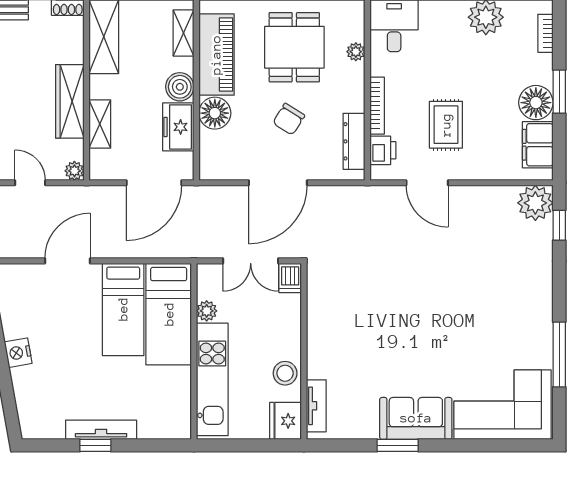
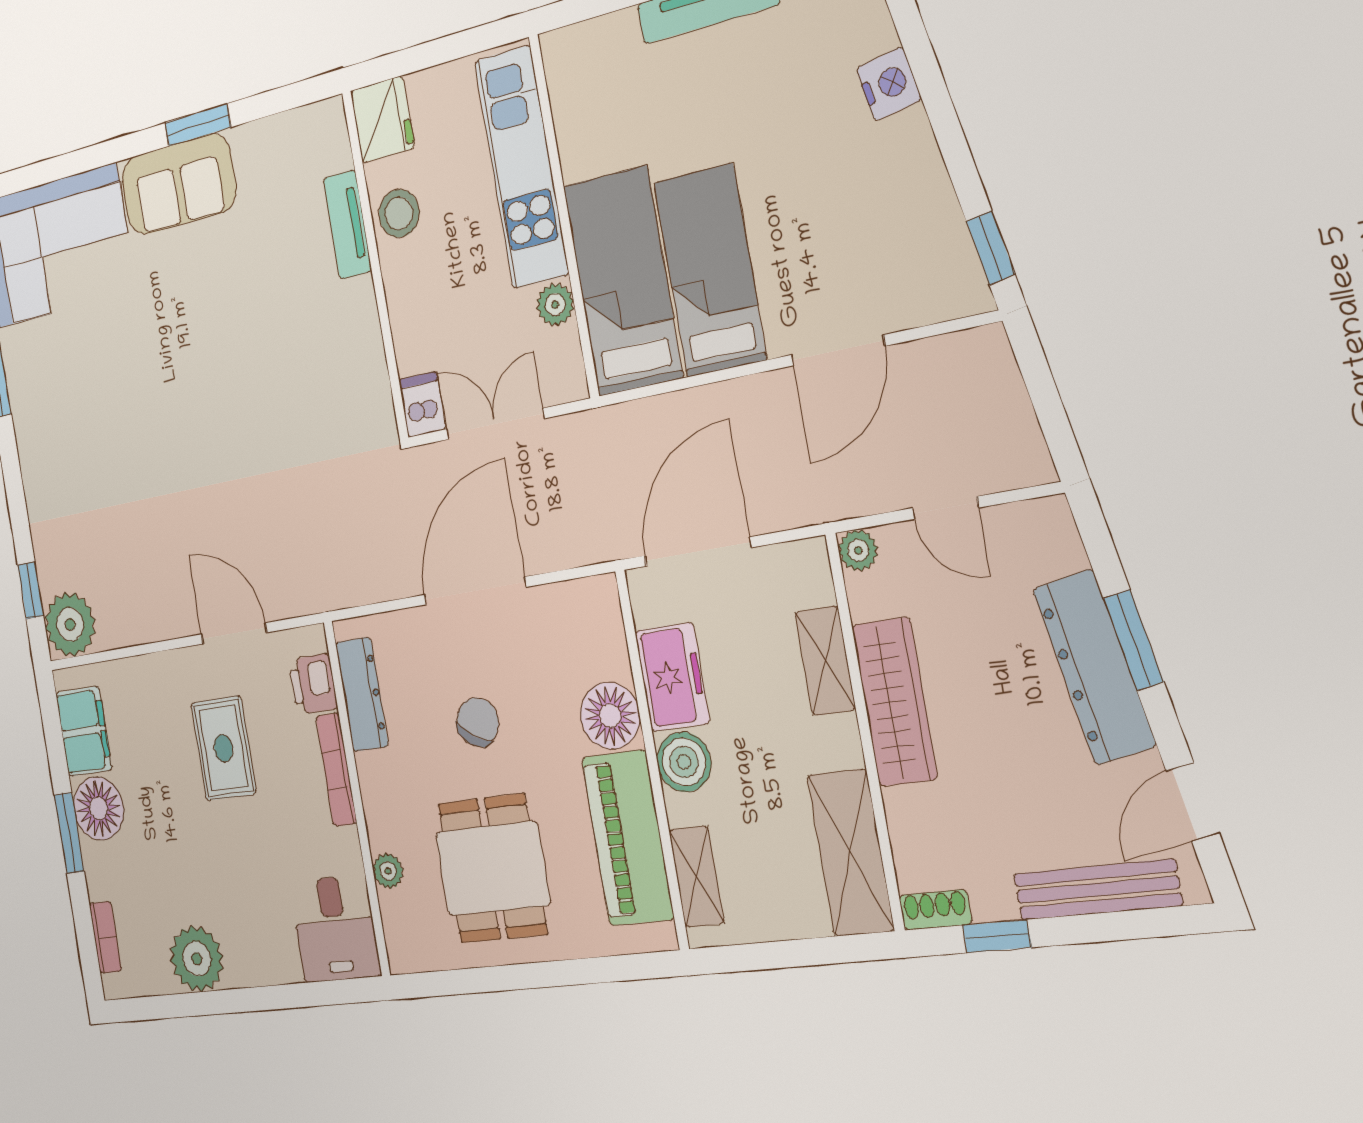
nightstand: (18, 353) -> (889, 84), moved
tv unit: (316, 406) -> (347, 225), moved

